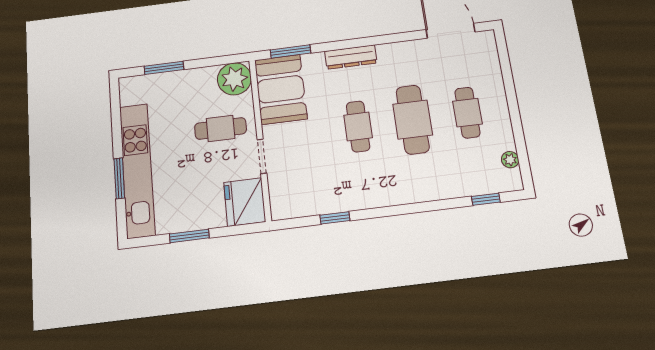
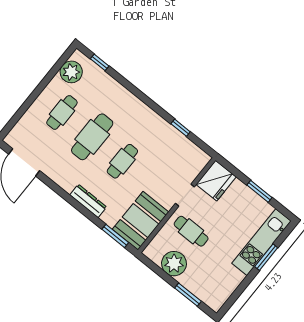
plant: (234, 79) -> (174, 264), moved
plant: (510, 160) -> (71, 72), width x1.87, depth x1.87
kitchen unit: (137, 170) -> (261, 242), width x0.73

